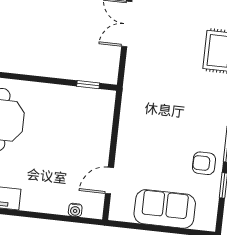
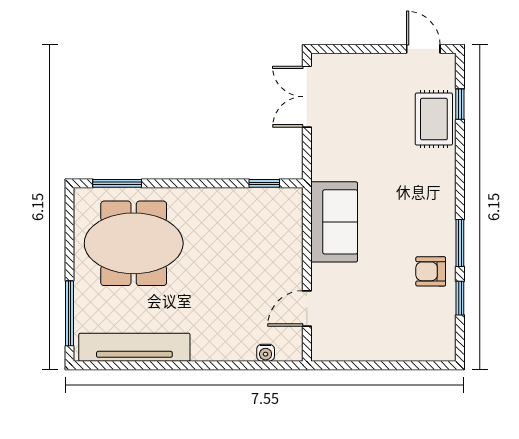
sofa: (165, 209) -> (334, 222), moved, turned 90

